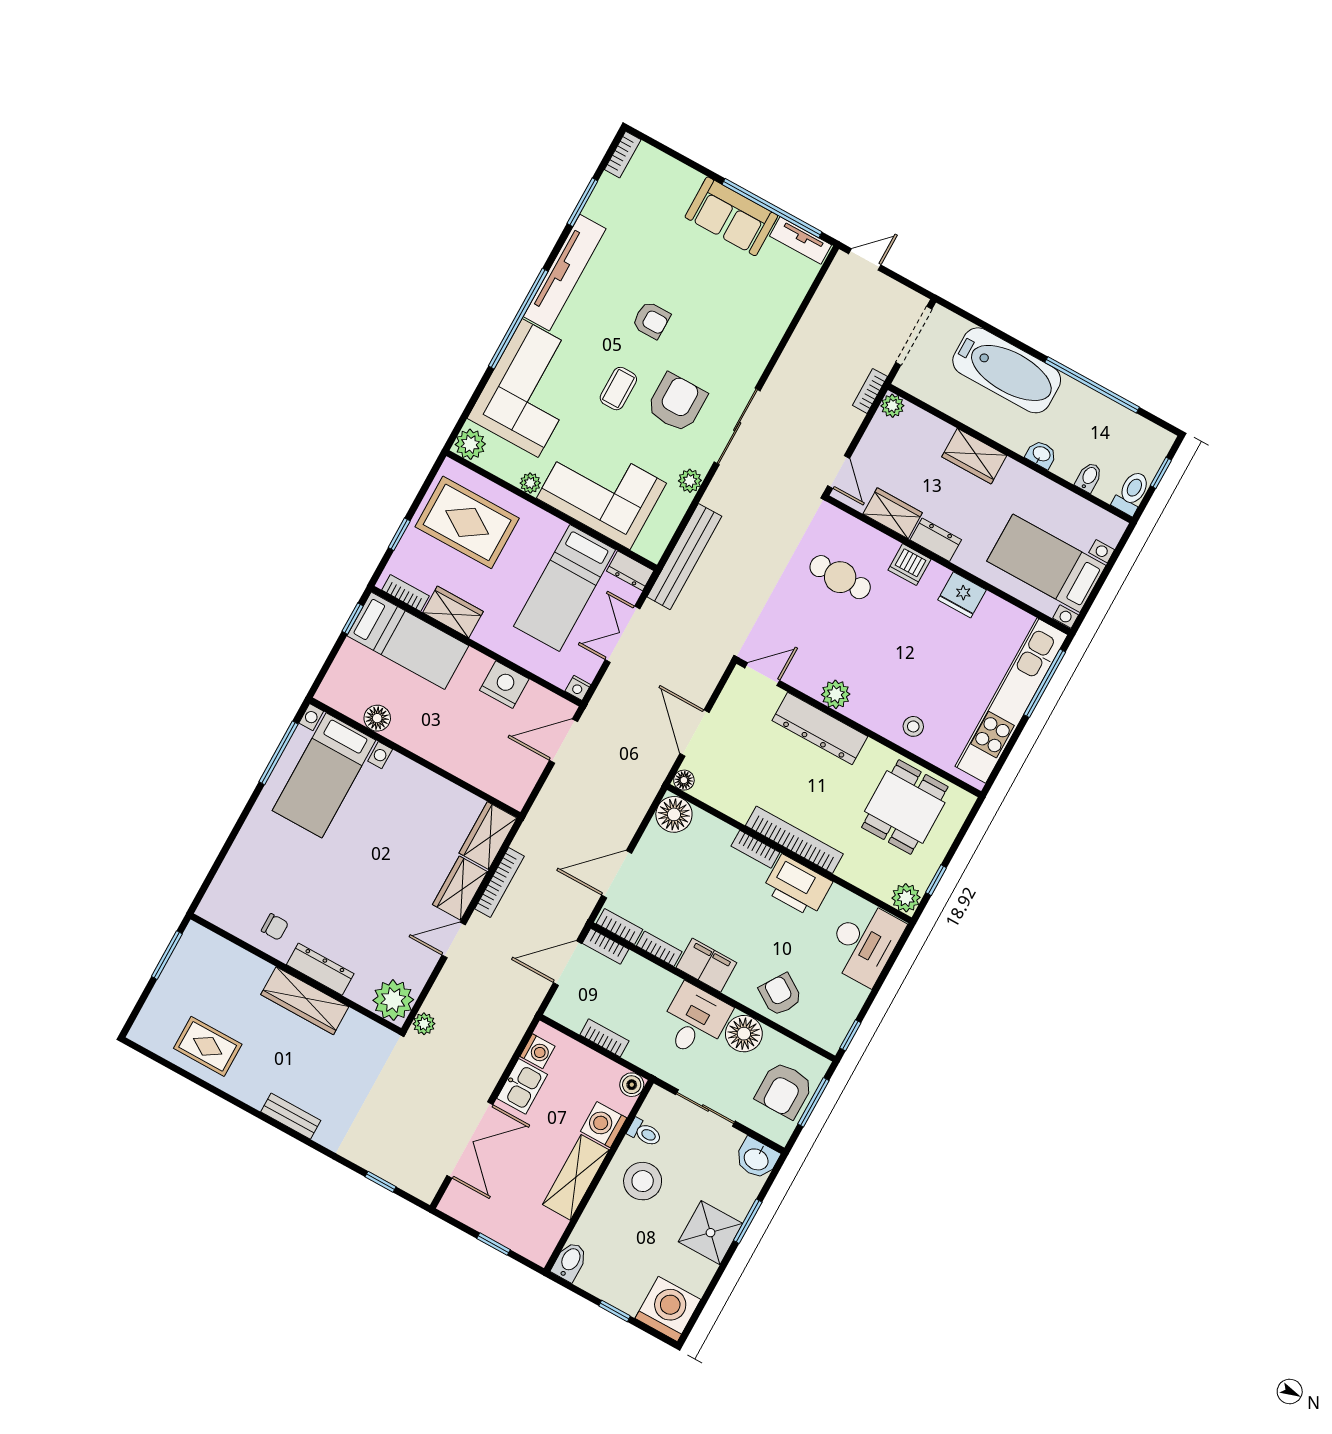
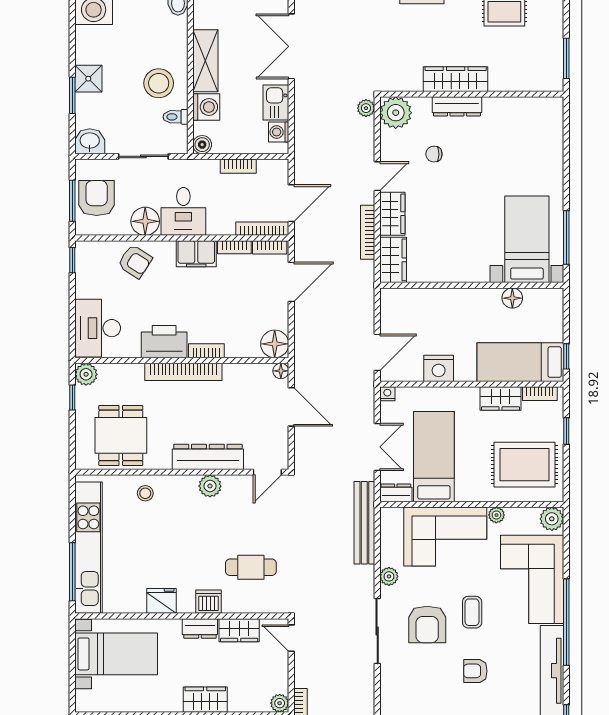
chair: (275, 927) -> (434, 154), moved
bookcase: (605, 946) -> (262, 229), width x1.56
shower: (711, 1233) -> (88, 79), width x0.73, depth x0.73

